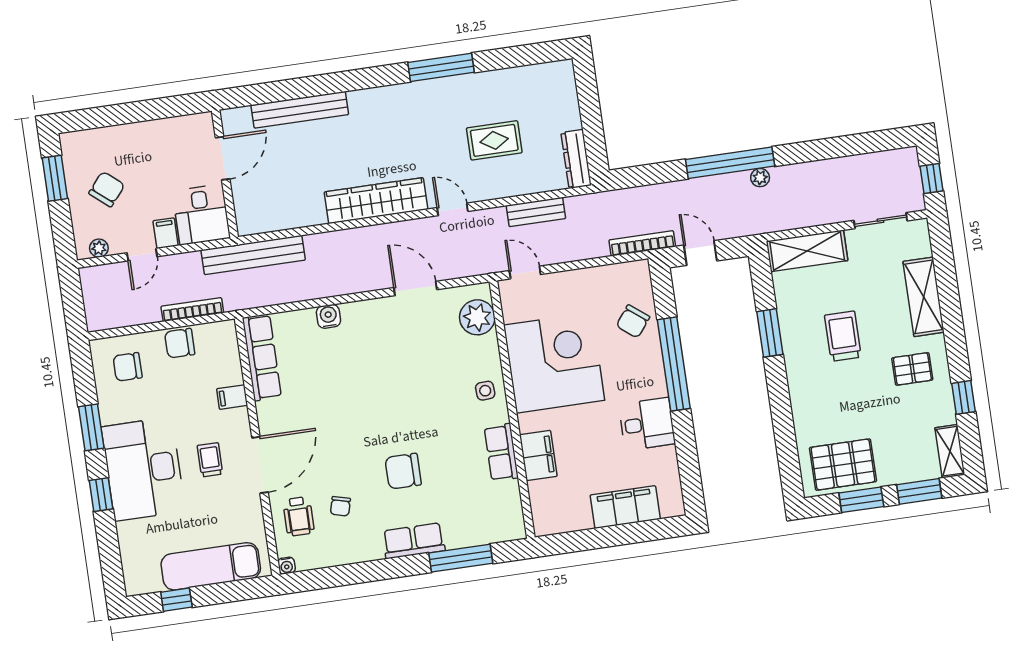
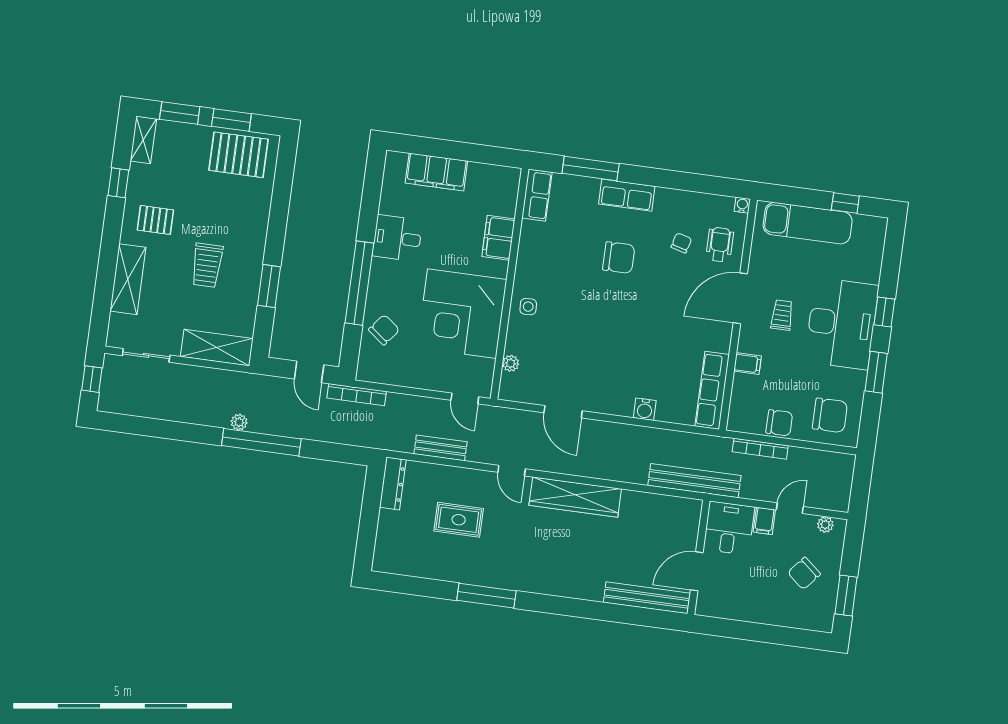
bench: (300, 110) -> (647, 598), moved
plant: (477, 317) -> (511, 363), width x0.53, depth x0.53
chair: (128, 367) -> (830, 415), width x1.37, depth x1.37
row of seats: (501, 452) -> (537, 195), moved
trolley: (210, 460) -> (782, 315), turned 180

